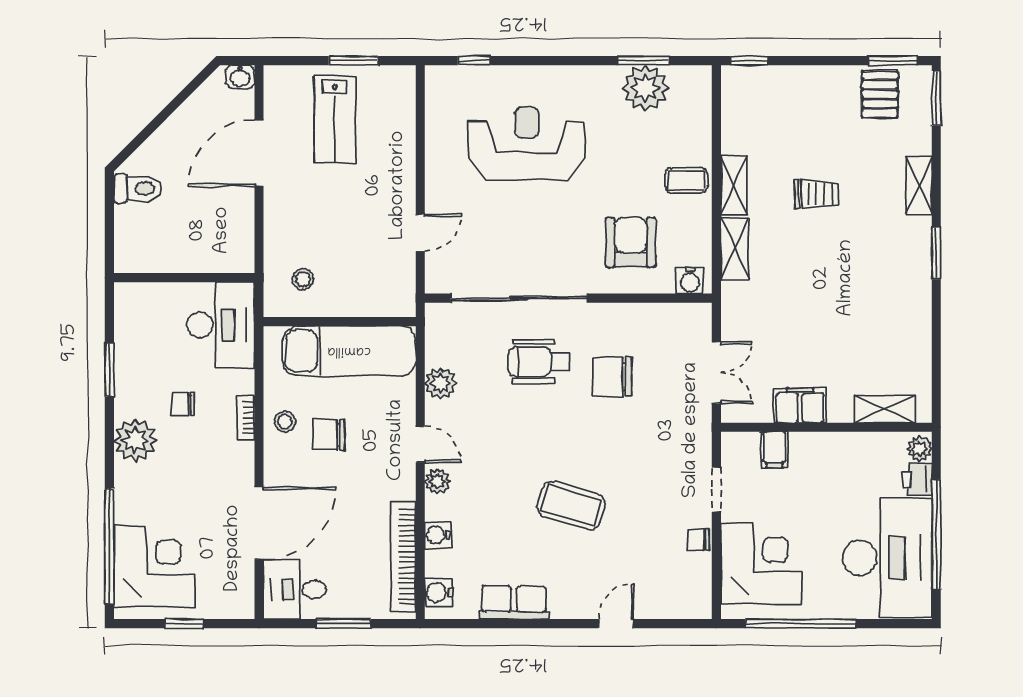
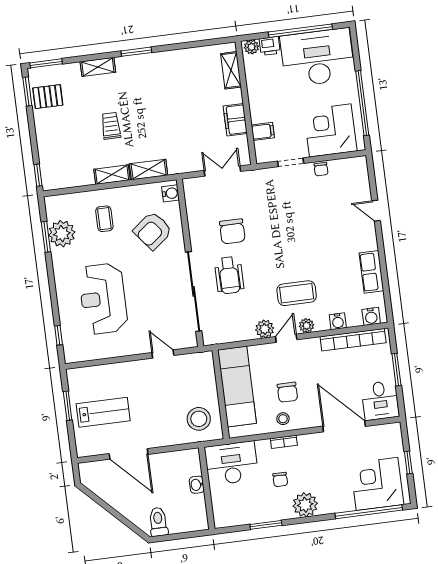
washbasin: (240, 77) -> (197, 485), moved, turned 180
coffee table: (686, 180) -> (104, 219), moved
armchair: (631, 242) -> (153, 231), turned -38
stool: (303, 279) -> (199, 419), width x1.89, depth x1.89
plant: (440, 383) -> (265, 329), moved
coffee table: (571, 505) -> (297, 293), moved, turned 73

